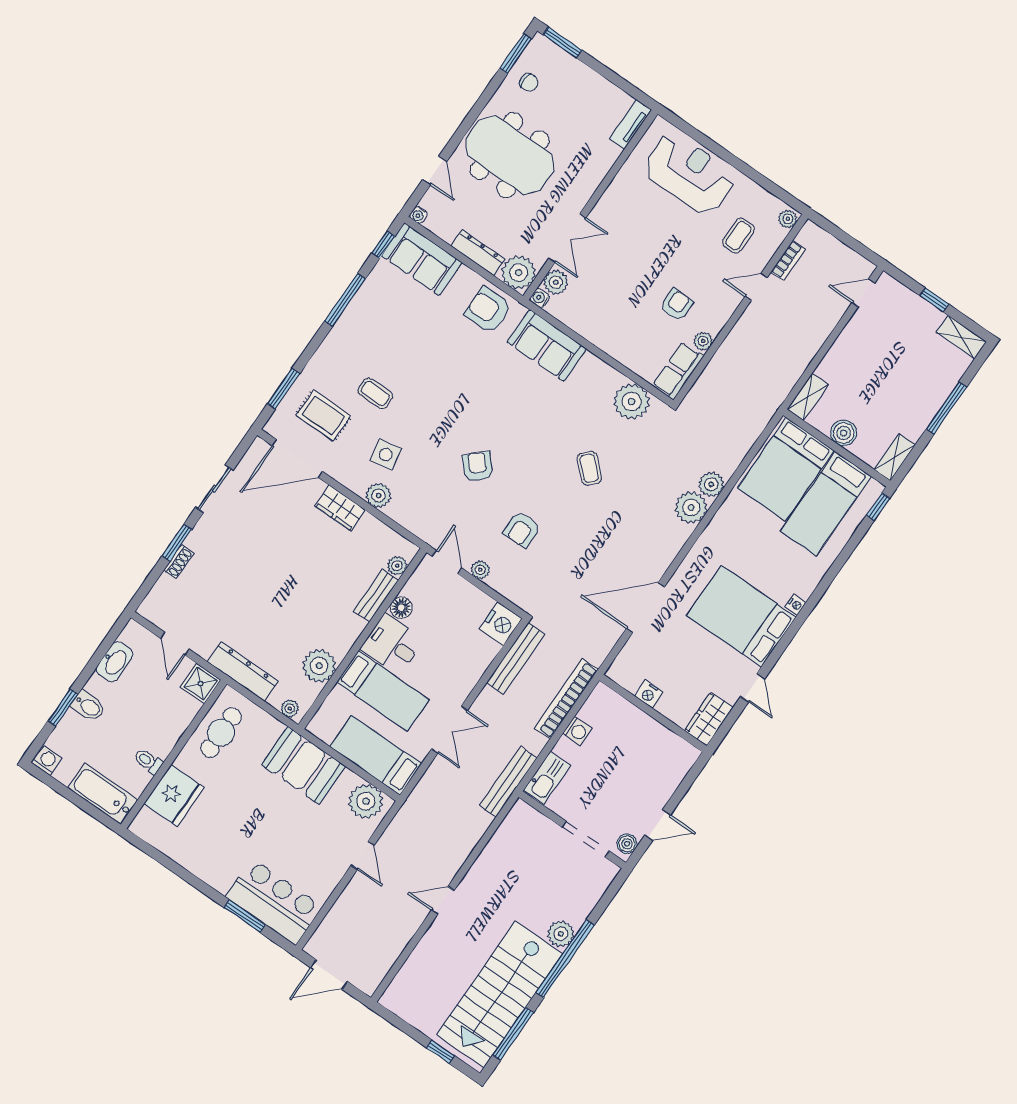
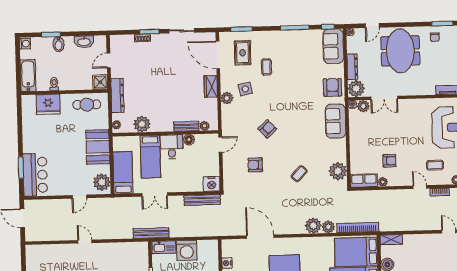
plant: (480, 570) -> (227, 160), removed
bookcase: (566, 699) -> (358, 228), moved
washing machine: (577, 731) -> (187, 250), width x1.89, depth x1.89

